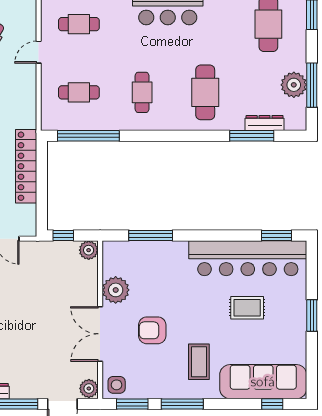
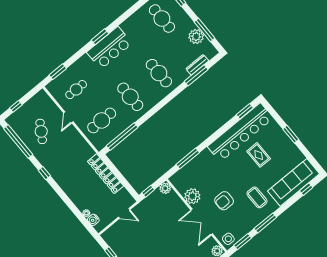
cafe table: (79, 92) -> (102, 120), width x1.37, depth x1.35
cafe table: (142, 92) -> (130, 97), width x1.37, depth x1.35
rug: (247, 308) -> (259, 155), turned 90

